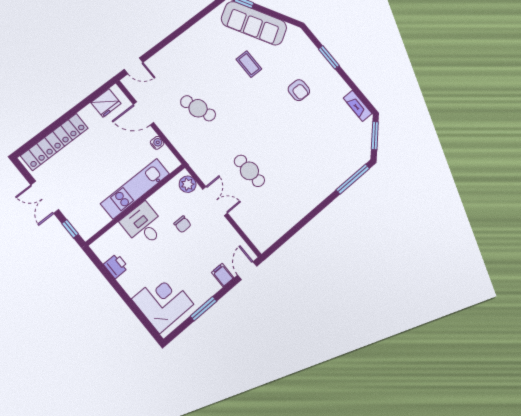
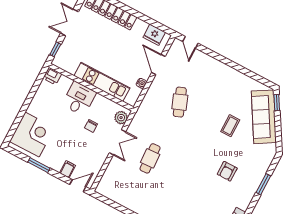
printer: (116, 266) -> (52, 76), moved, turned 90

